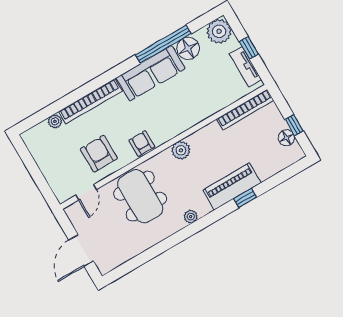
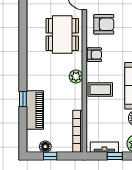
coffee table: (179, 112) -> (100, 90), added
piano: (232, 186) -> (35, 110), moved
dining table: (140, 196) -> (62, 34), turned 90
plant: (191, 217) -> (31, 58), removed

